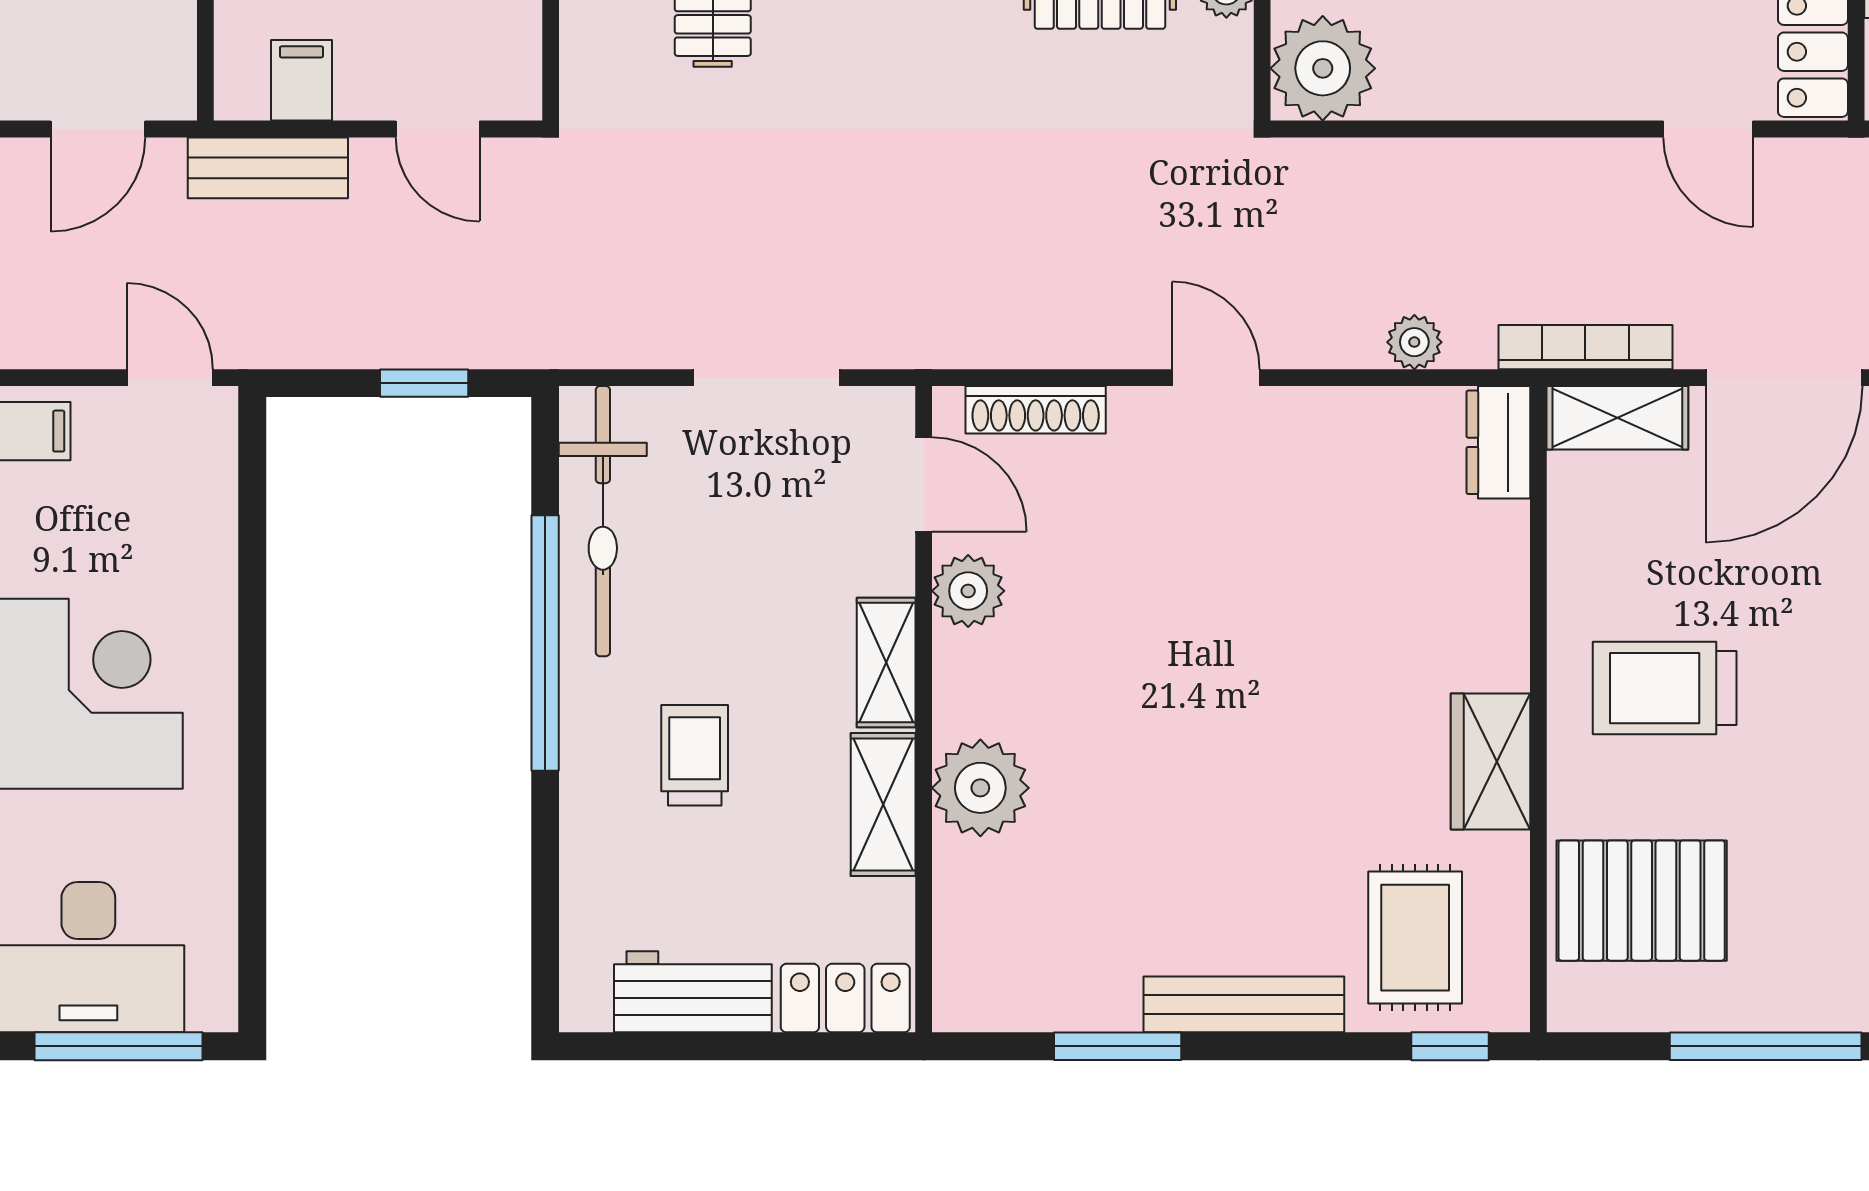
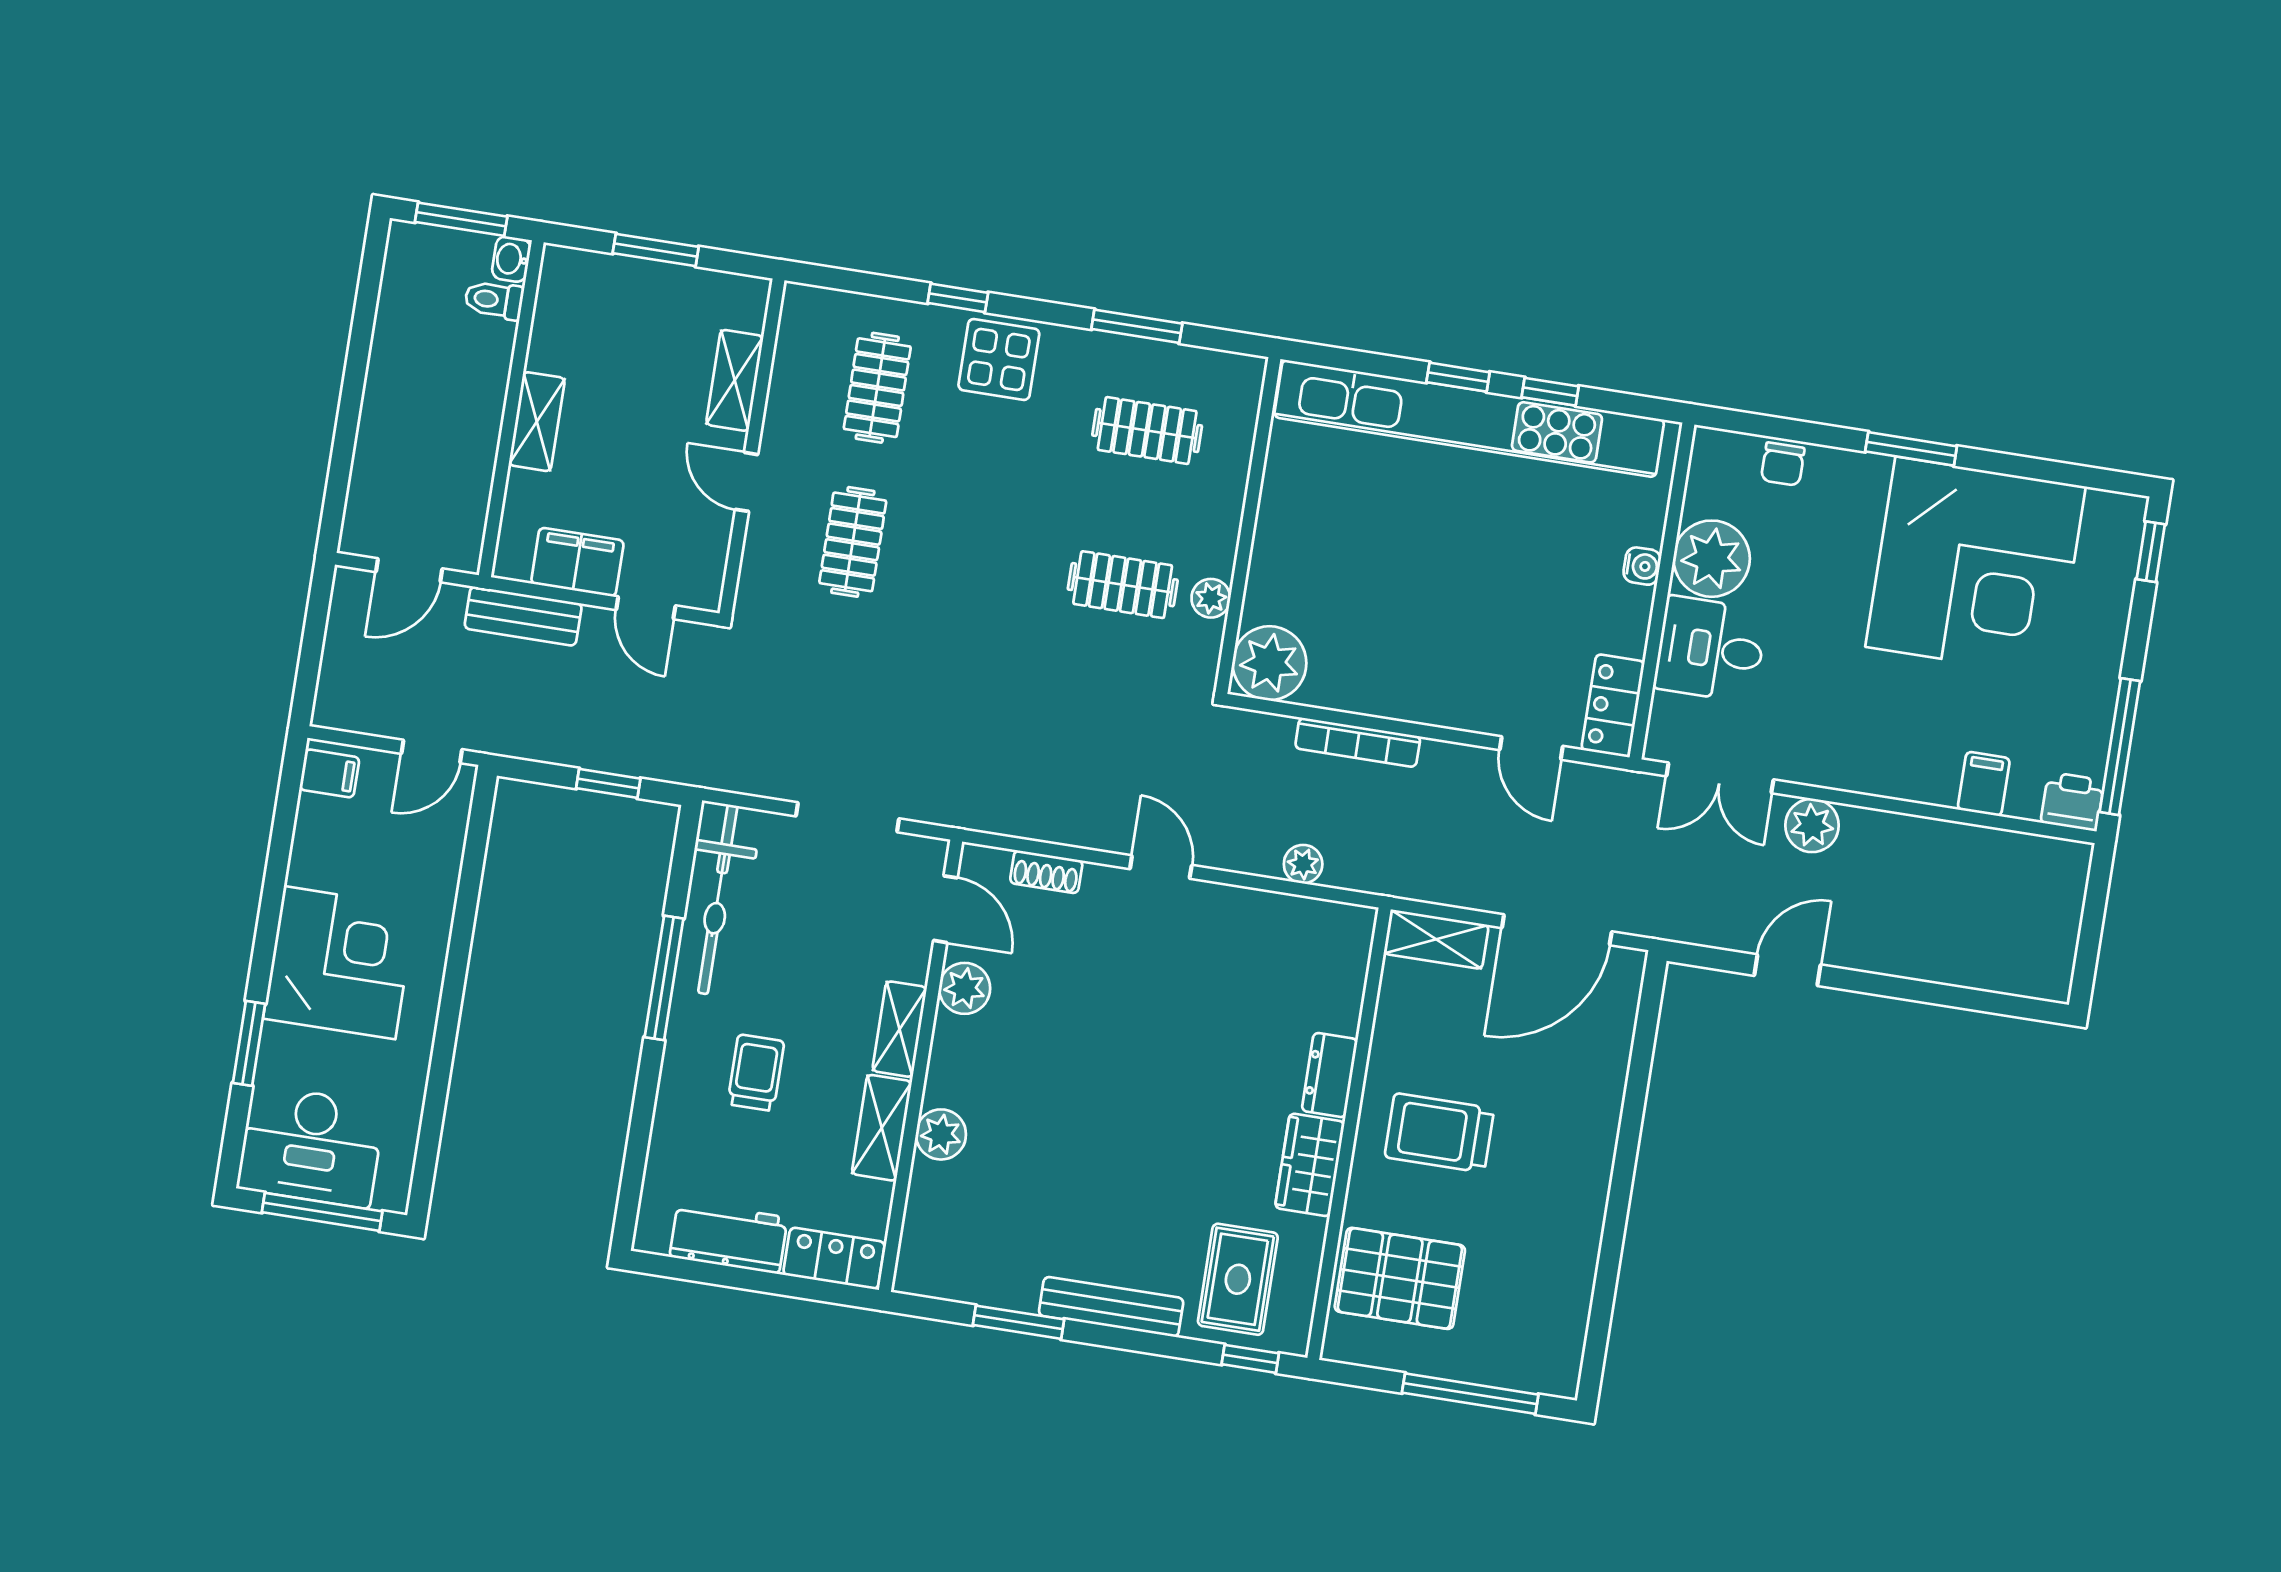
filing cabinet: (301, 80) -> (577, 562), width x2.00
bookcase: (1585, 347) -> (1358, 742), moved, turned 180
door: (170, 378) -> (432, 752), swing flipped
shoe rack: (1036, 410) -> (1046, 872), width x0.70
dresser: (1498, 442) -> (1330, 1075), moved
window: (545, 643) -> (664, 978), width x0.68
plant: (980, 788) -> (941, 1134), width x0.73, depth x0.73

